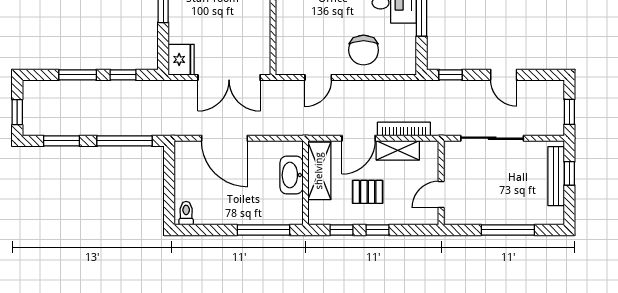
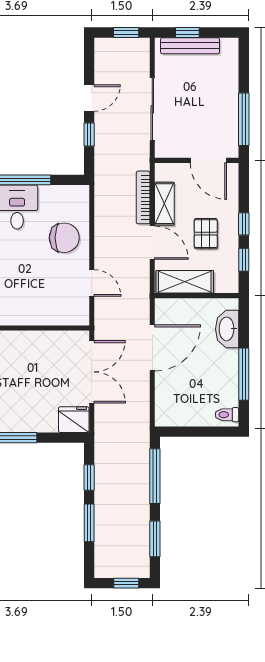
window: (451, 75) -> (89, 135), moved
door: (224, 138) -> (152, 348), moved
washbasin: (291, 175) -> (227, 329), moved, turned 90
door: (441, 194) -> (208, 160), width x1.38
window: (263, 230) -> (244, 374), moved
window: (508, 230) -> (244, 119), moved

